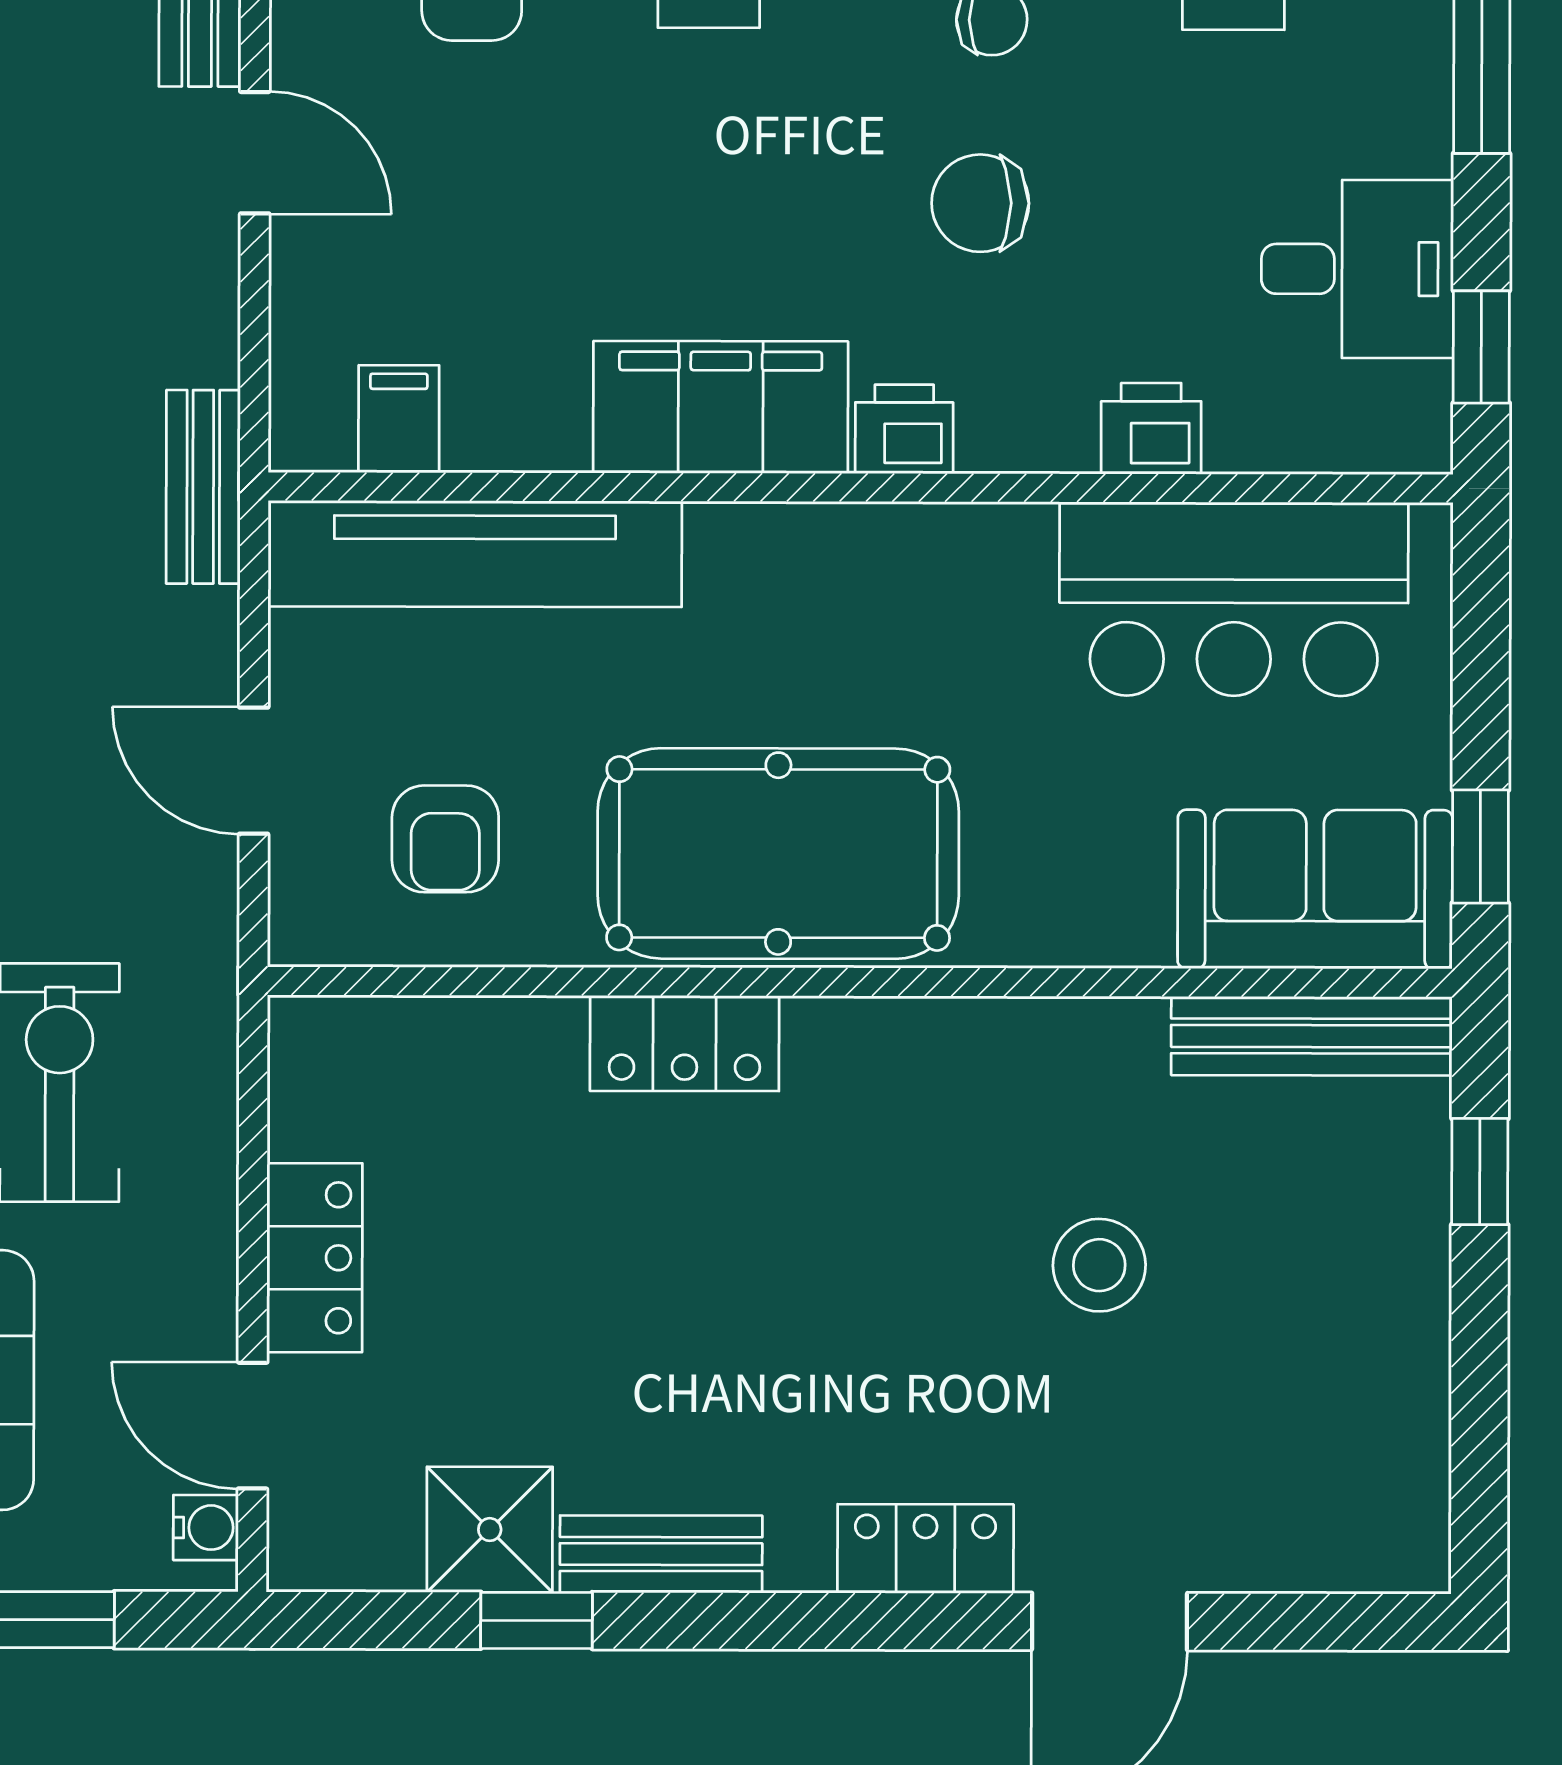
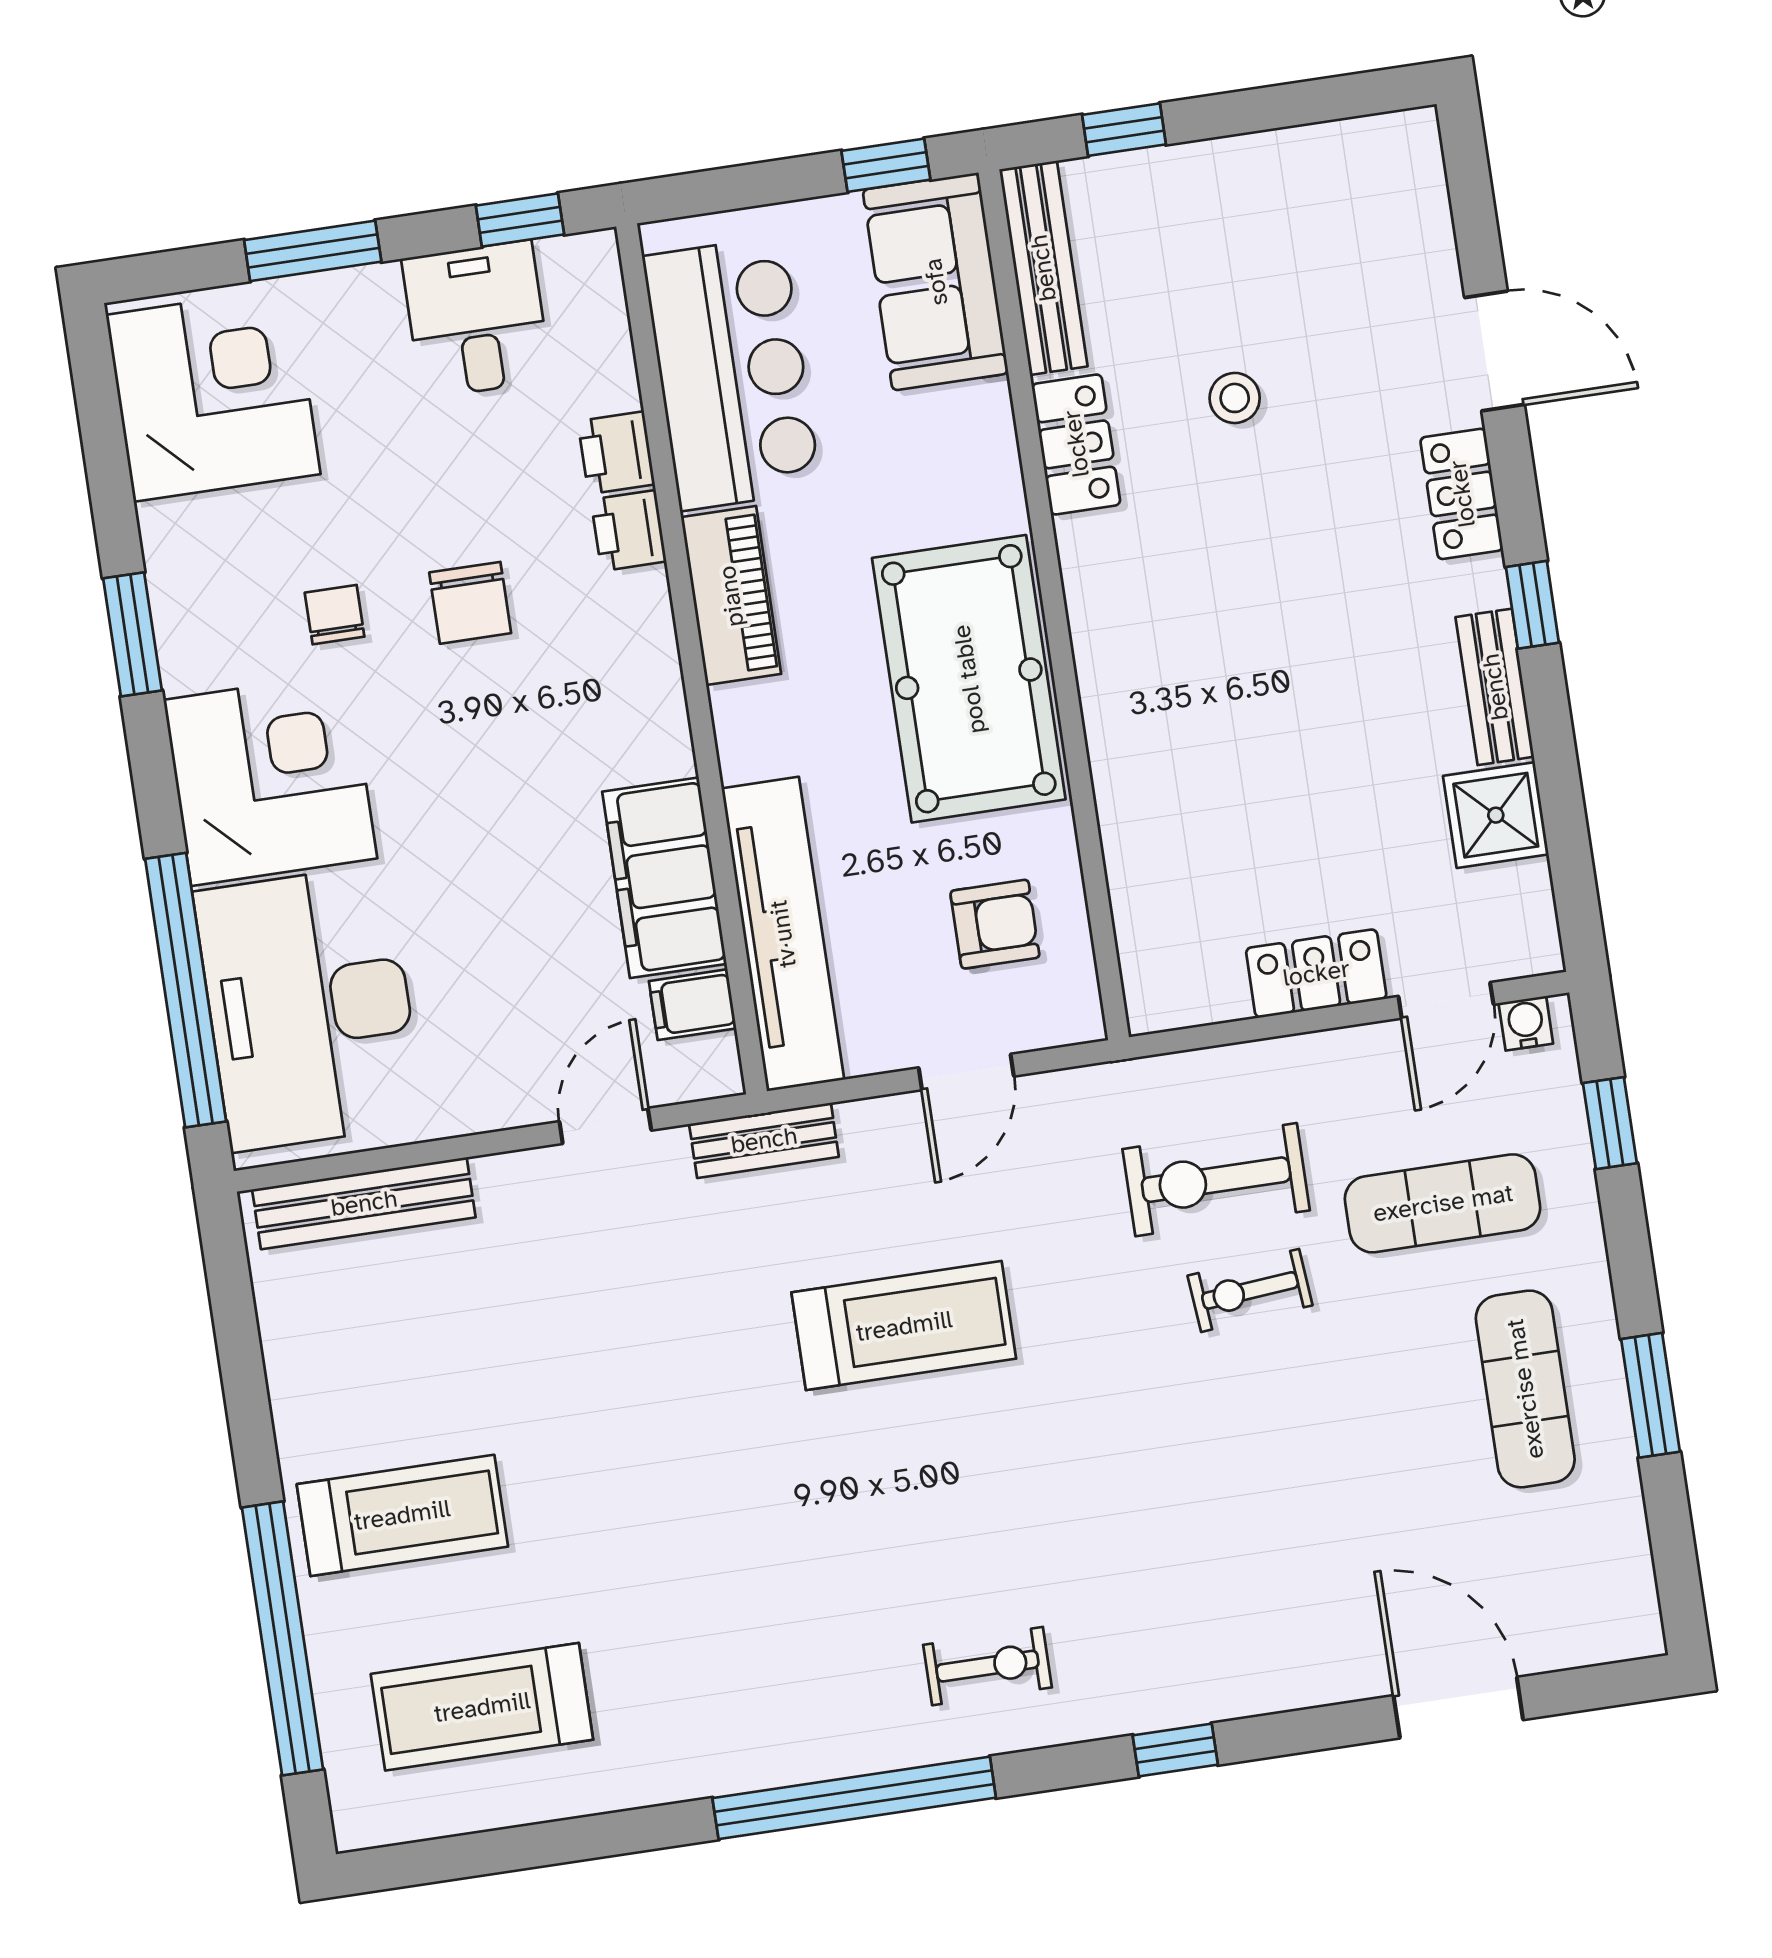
door: (255, 153) -> (605, 1126), moved
filing cabinet: (721, 407) -> (664, 878), moved
printer: (904, 429) -> (629, 530), moved
piano: (937, 553) -> (731, 596), added
locker: (685, 1043) -> (1076, 444), moved
stool: (1099, 1265) -> (1235, 398), width x0.73, depth x0.73
window: (537, 1620) -> (1532, 605), moved

